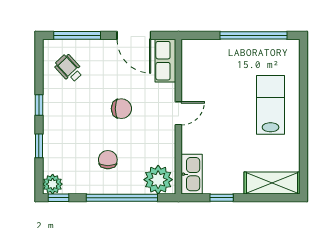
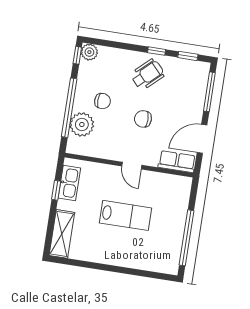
wheelchair: (69, 68) -> (148, 74), moved, width x1.36, depth x1.37
lab bench: (271, 105) -> (125, 215), moved
chair: (121, 109) -> (143, 119), turned 90
window: (39, 146) -> (188, 56), moved
kitchen sink: (192, 174) -> (69, 183), moved, turned -90
plant: (158, 180) -> (82, 124), moved

